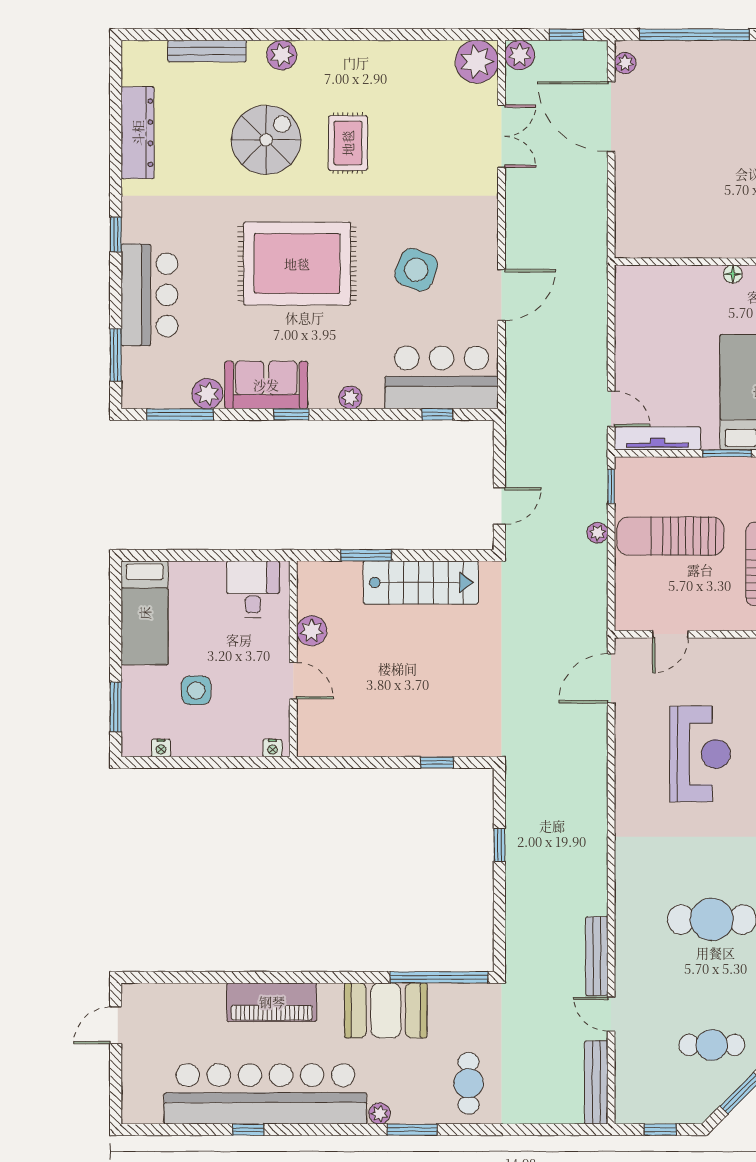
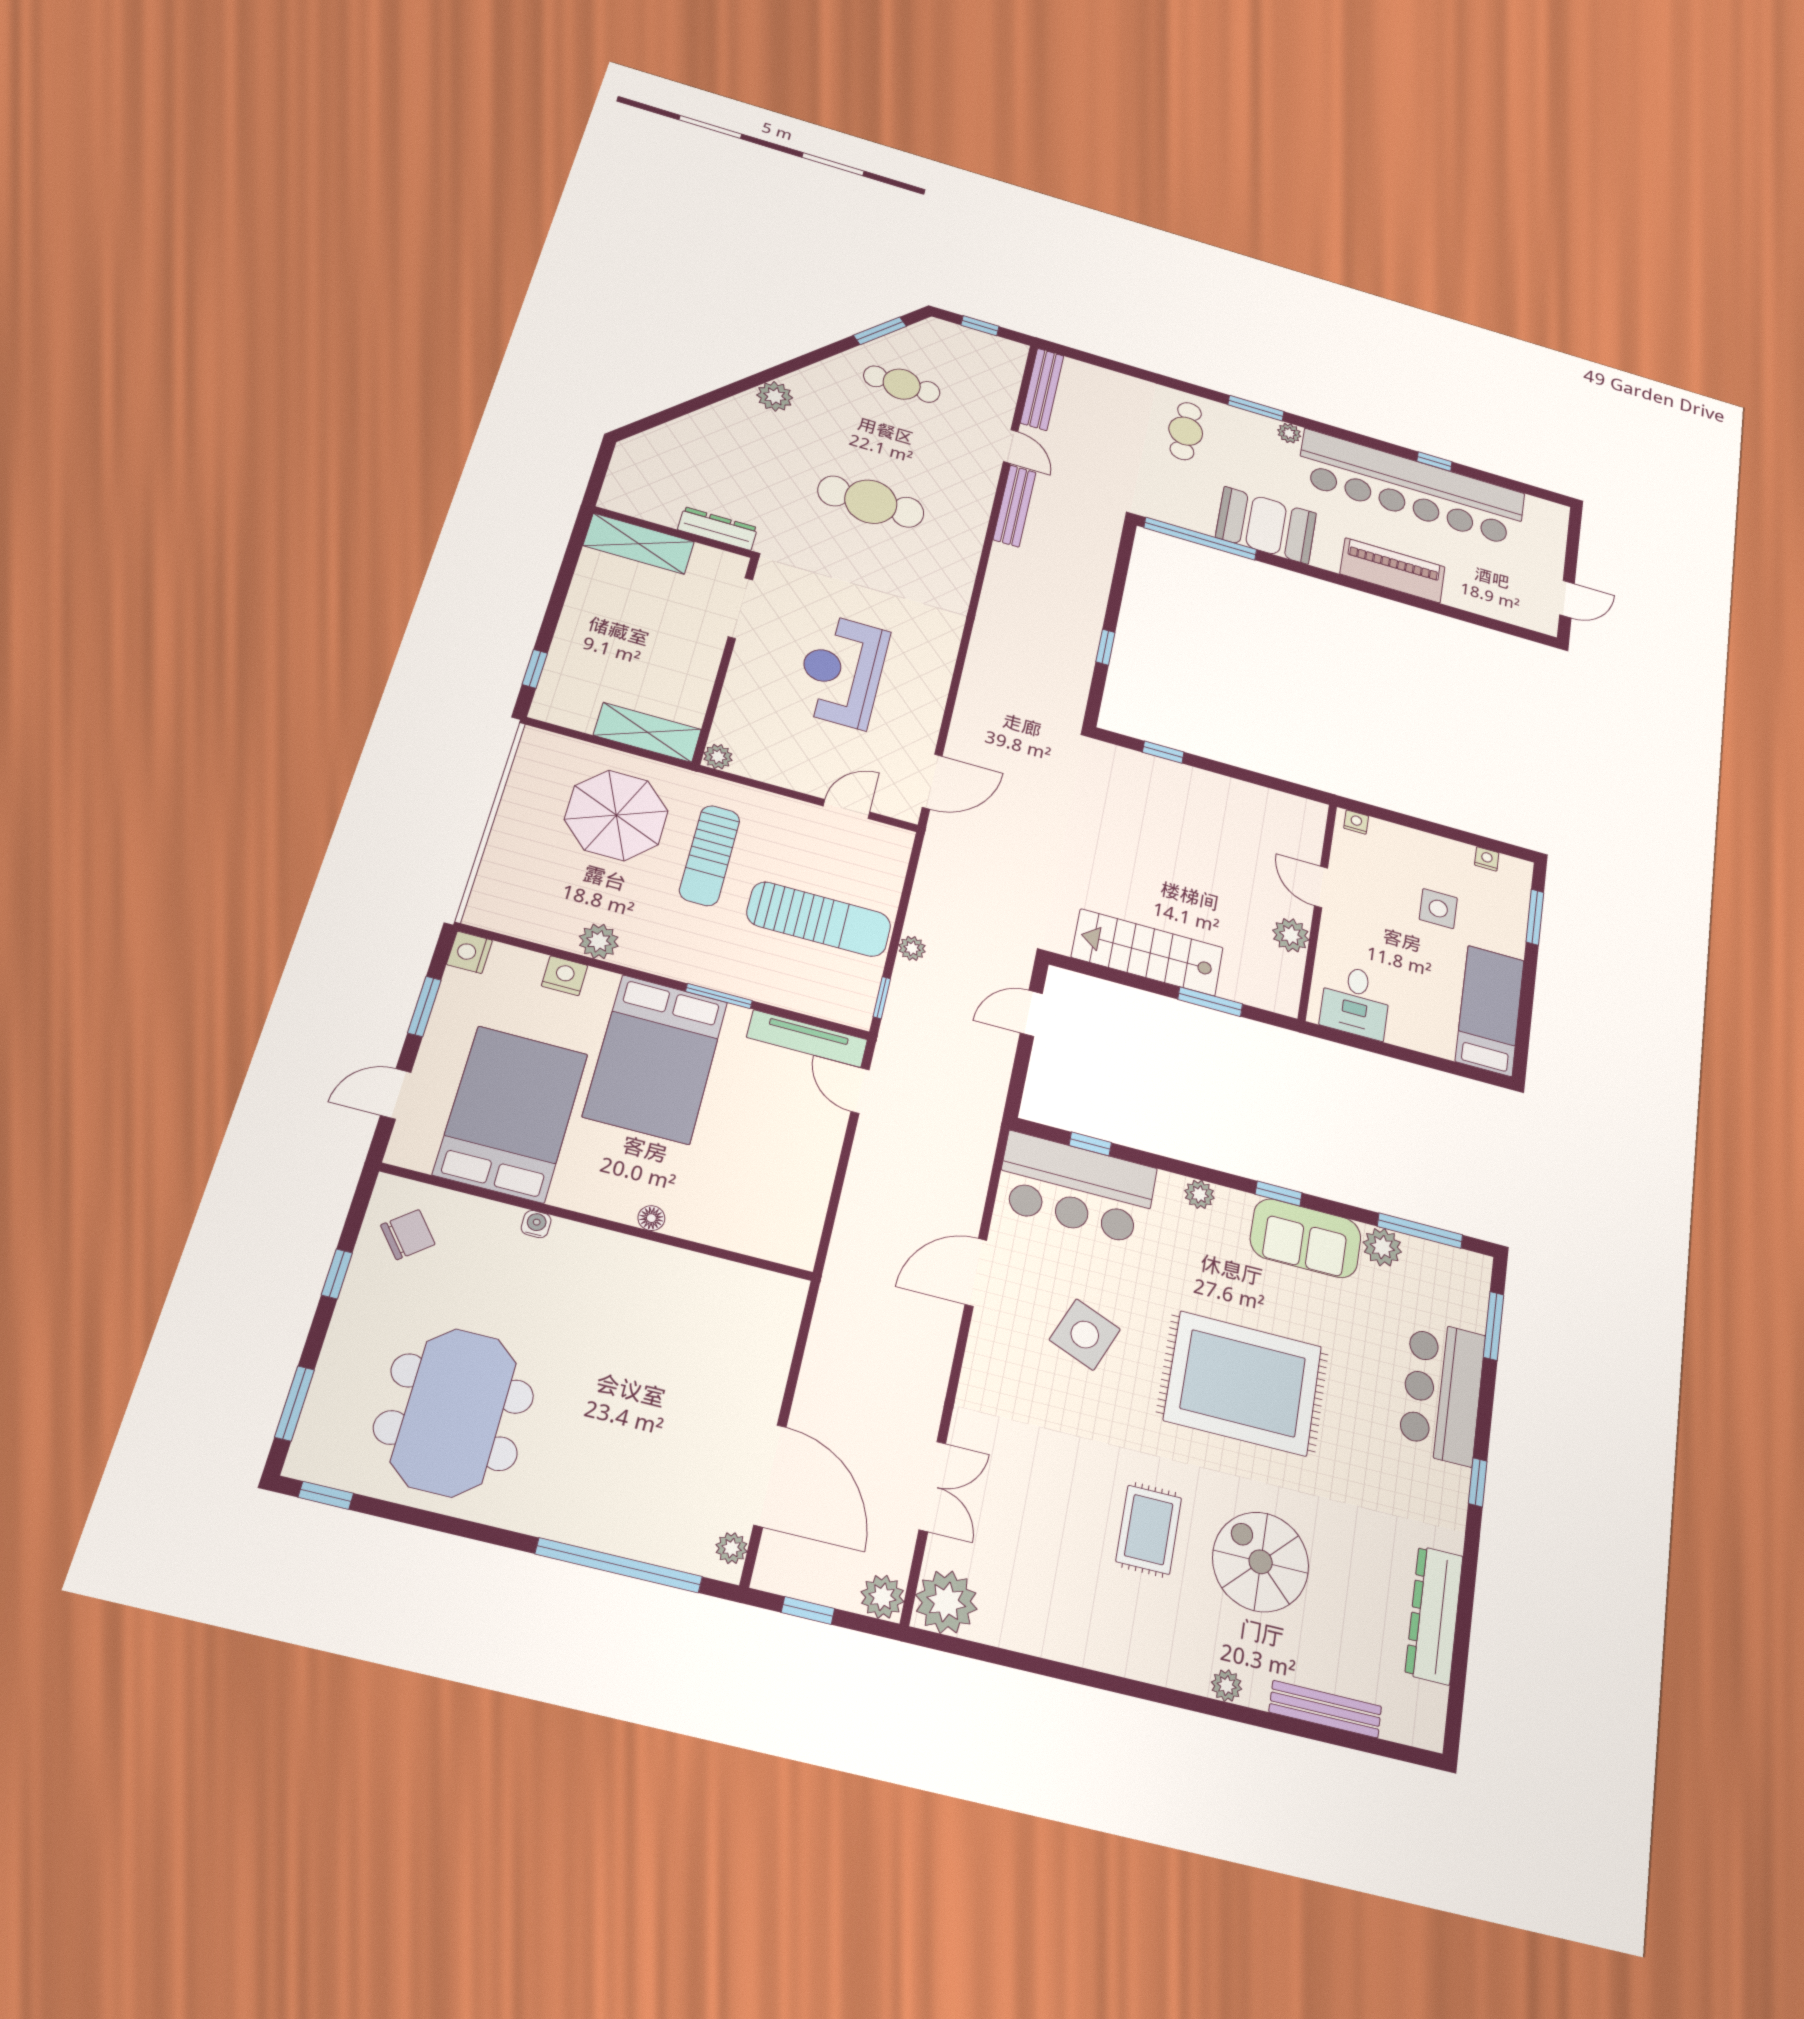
plant: (282, 55) -> (1227, 1686), width x0.73, depth x0.73
double door: (502, 136) -> (932, 1486), swing flipped
spiral stairs: (266, 140) -> (1261, 1562), turned 90

